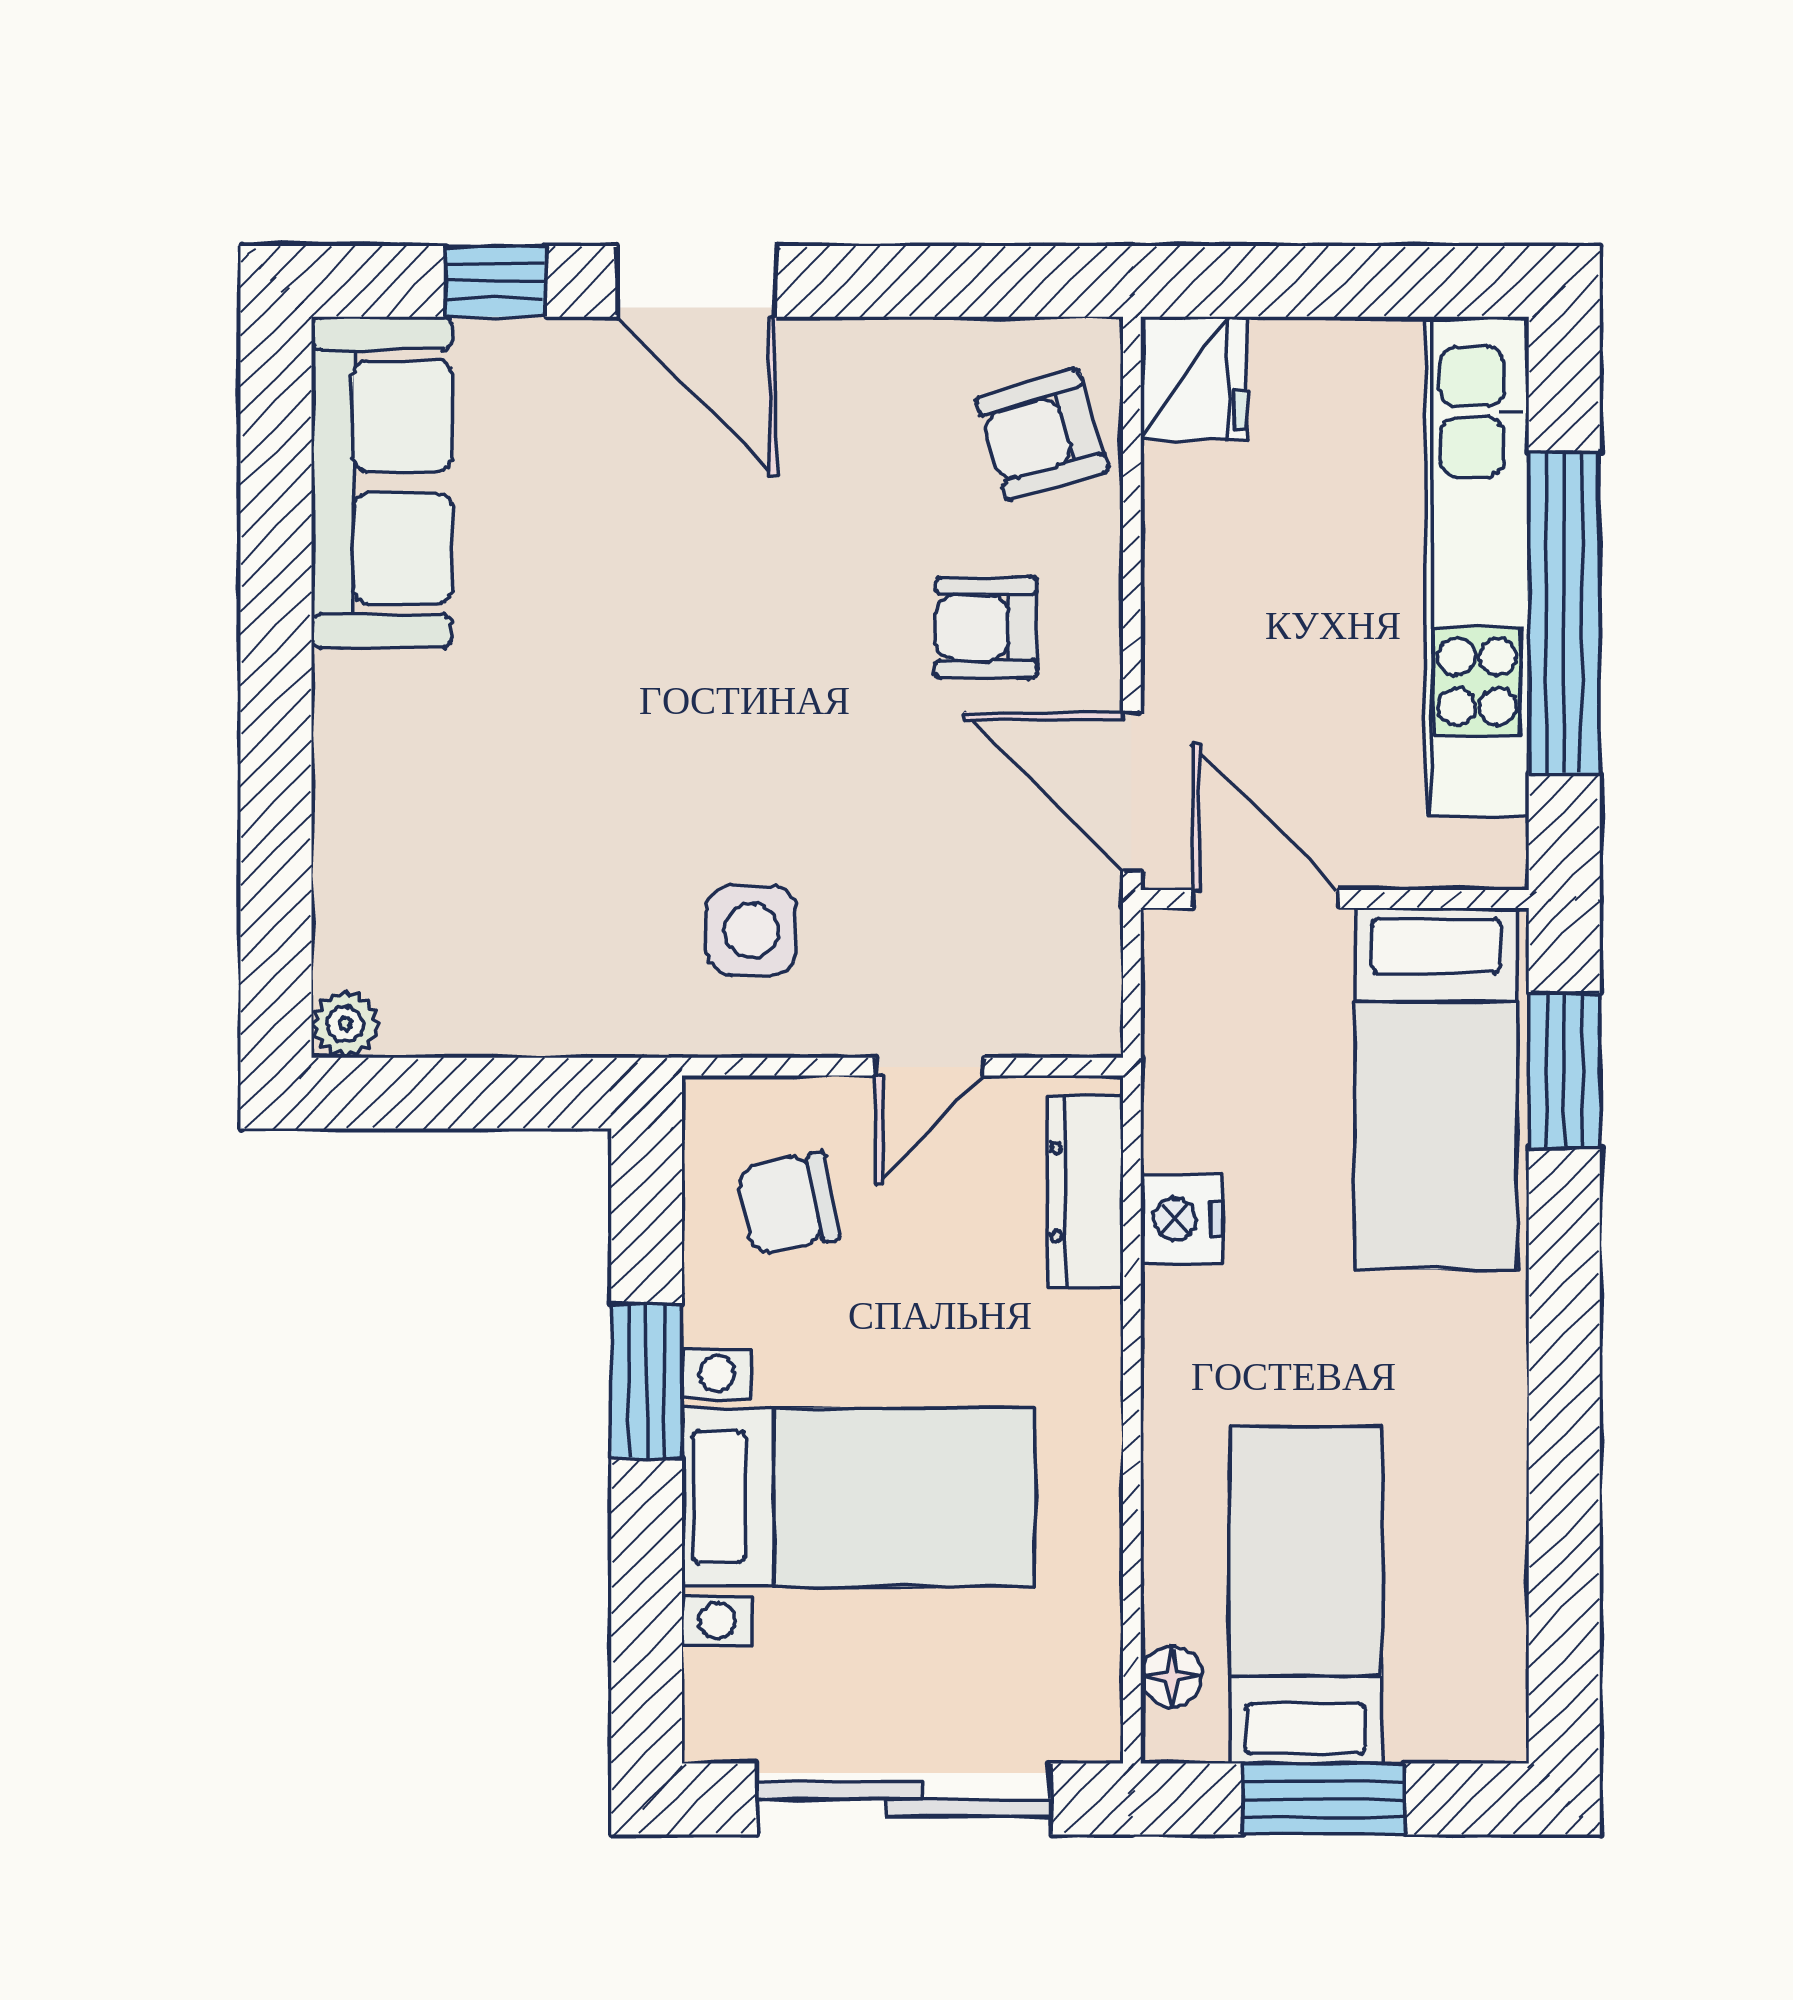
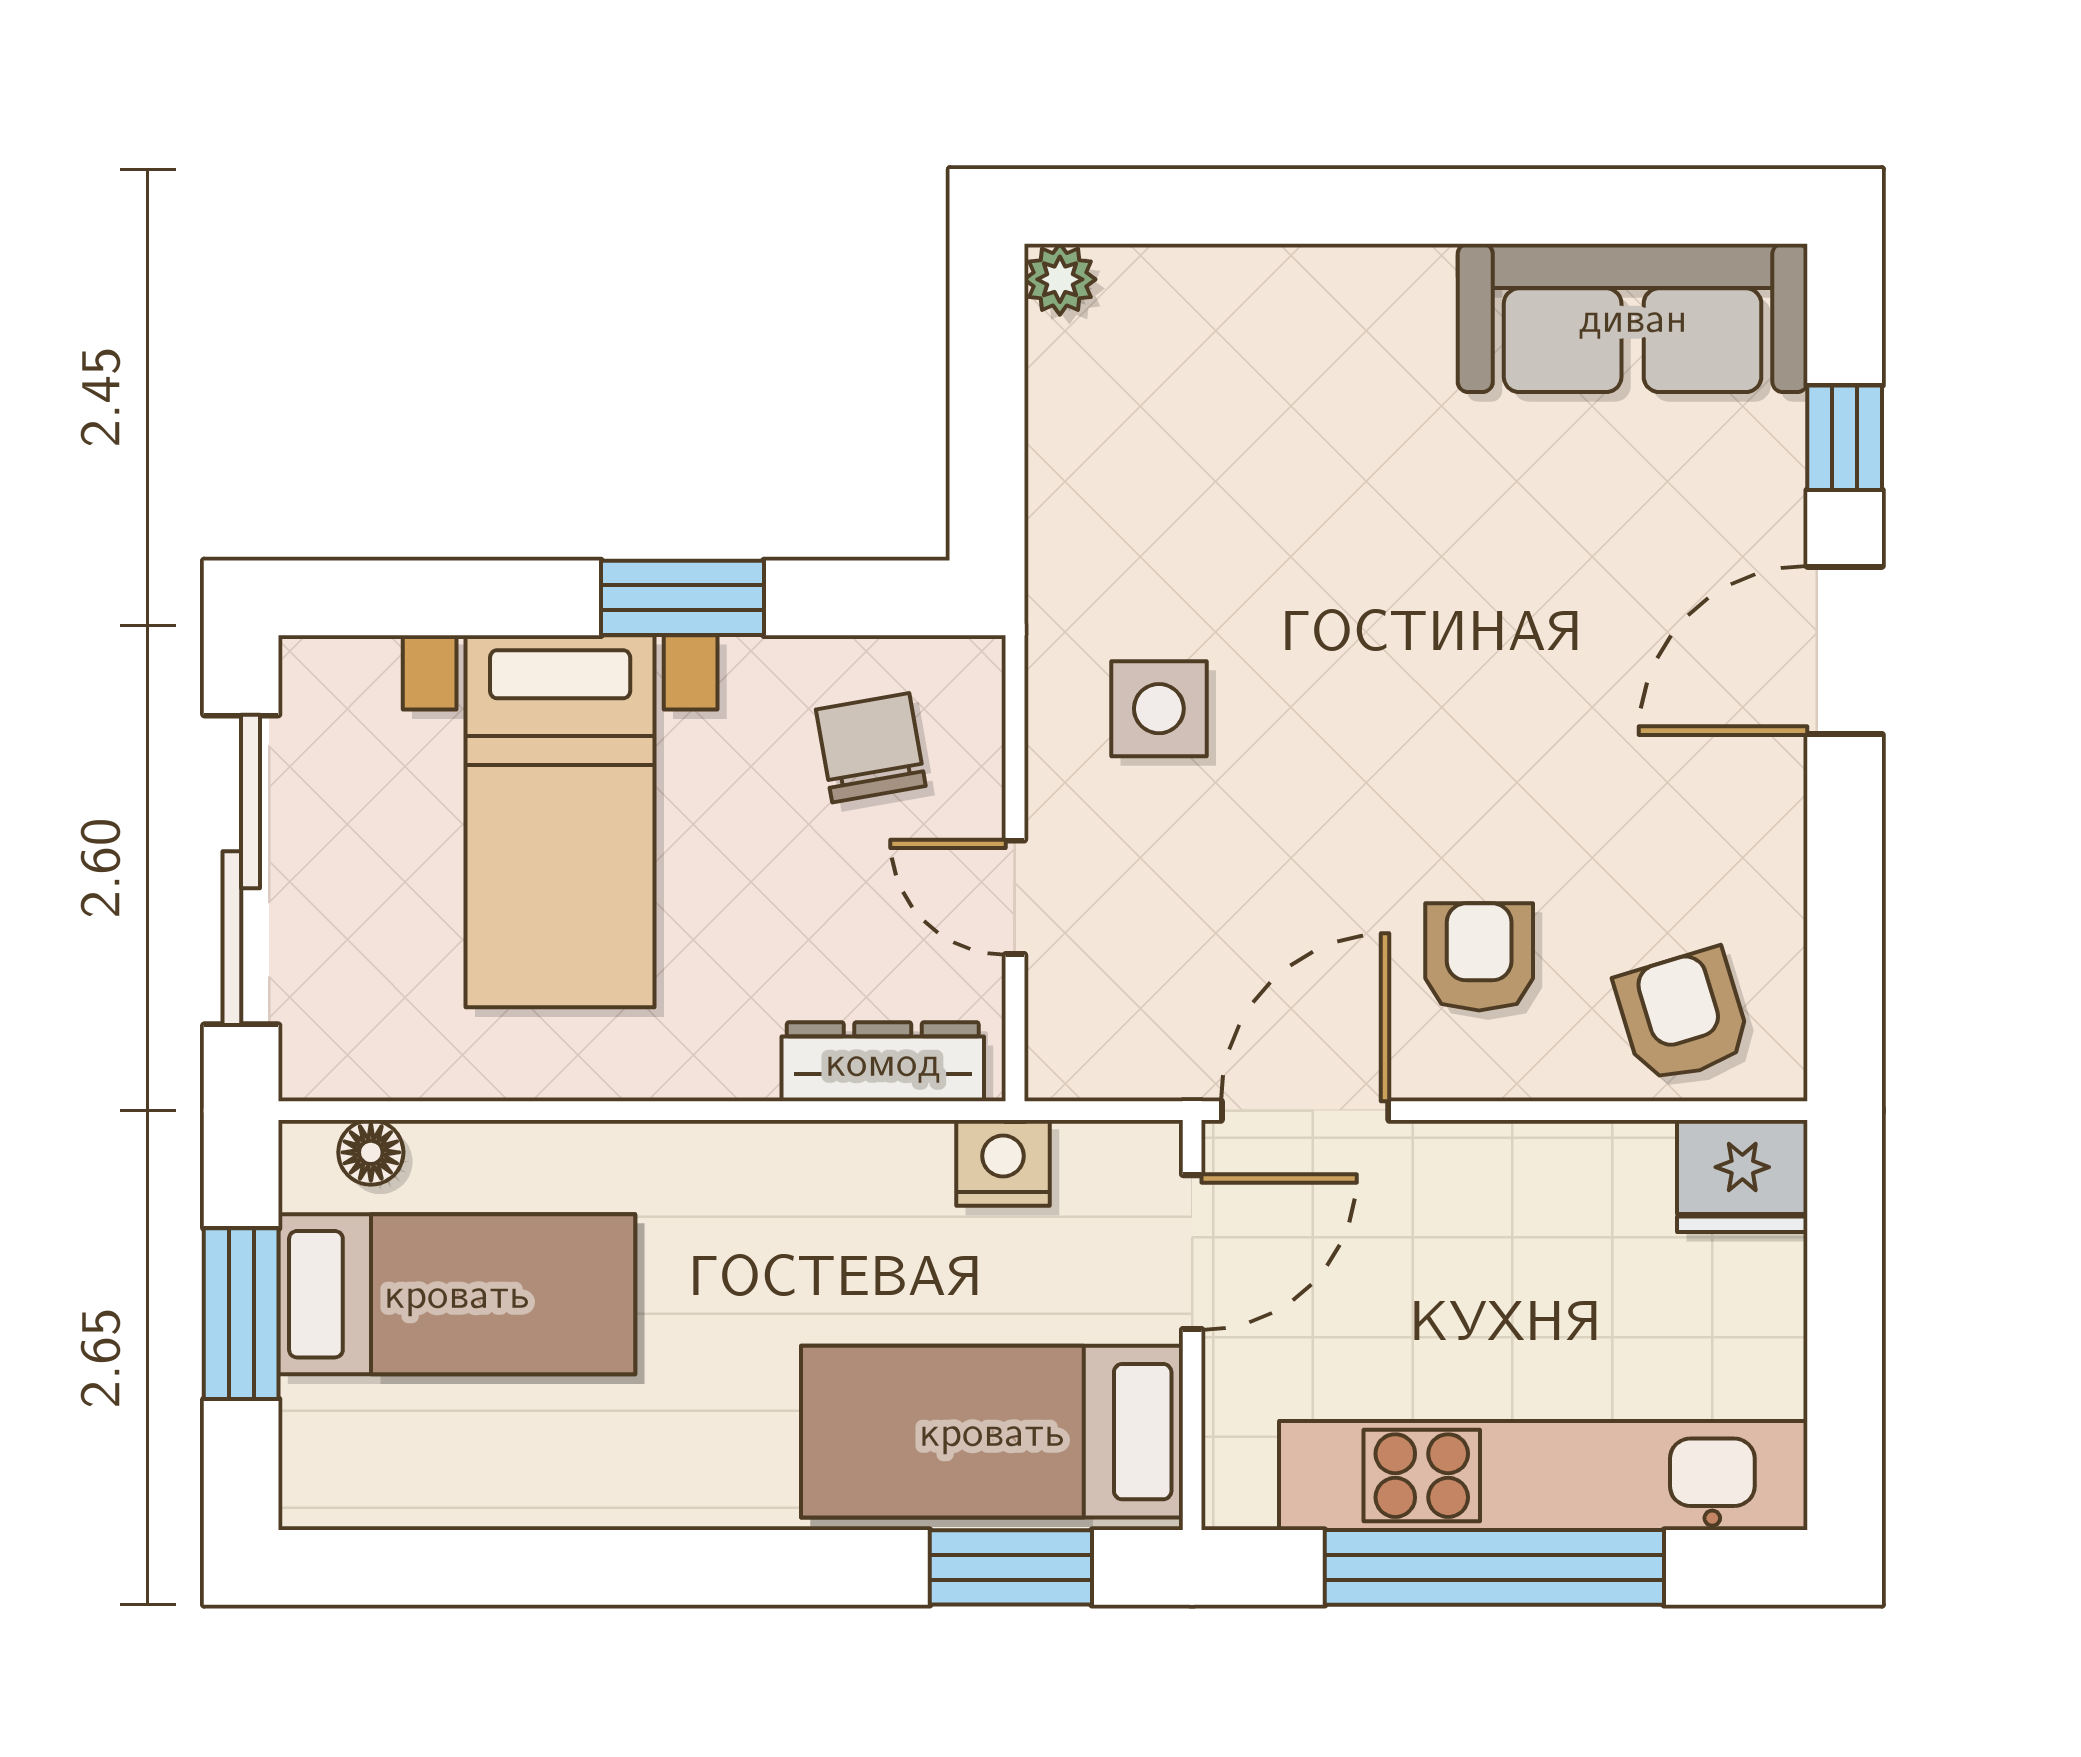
nightstand: (1181, 1219) -> (1003, 1163), moved

